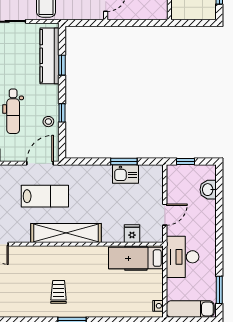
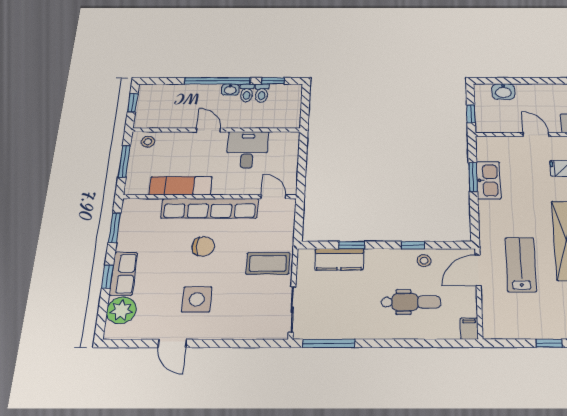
kitchen counter: (49, 56) -> (339, 259), width x0.67
door: (40, 163) -> (478, 270), hinge flipped
kitchen sink: (126, 174) -> (488, 180), width x1.38

